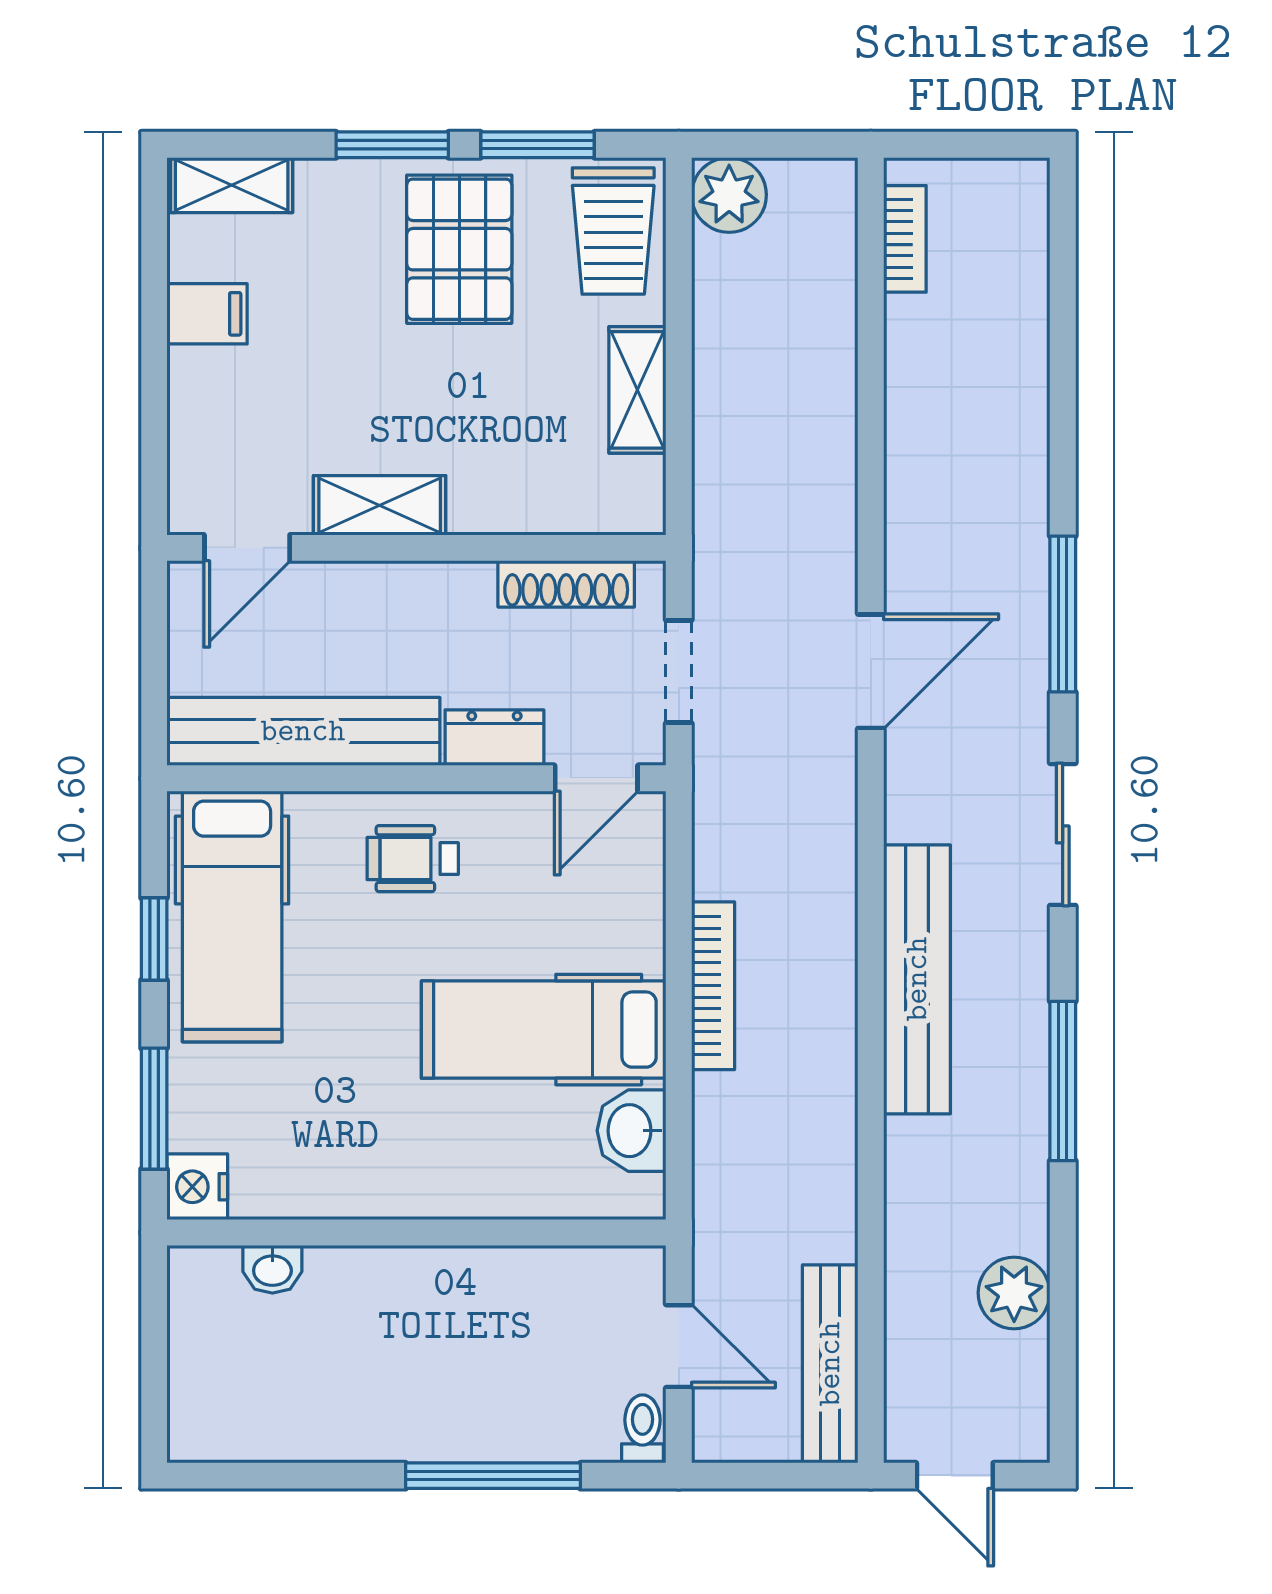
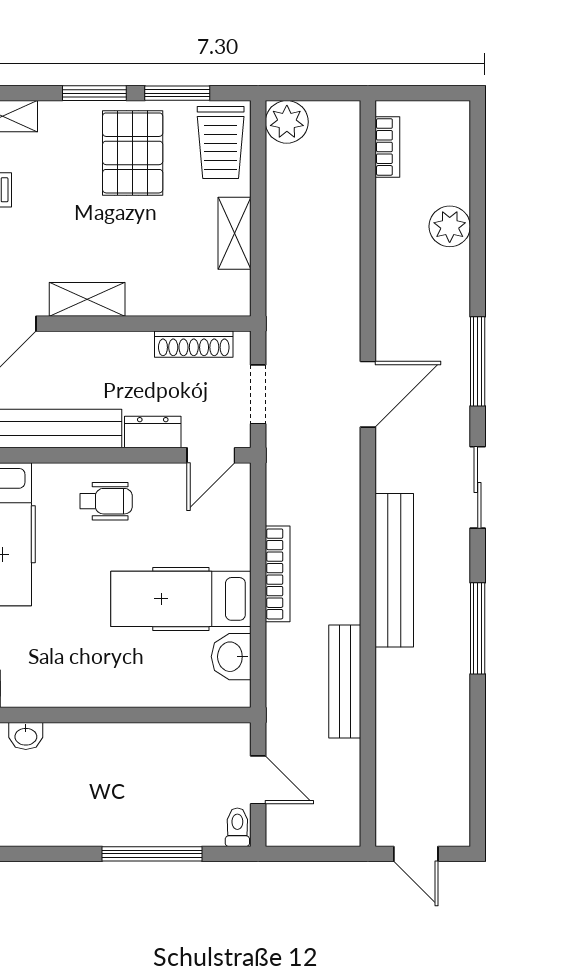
wheelchair: (413, 859) -> (106, 501), turned 180
plant: (1014, 1293) -> (450, 226), moved
bench: (830, 1364) -> (345, 681), moved

